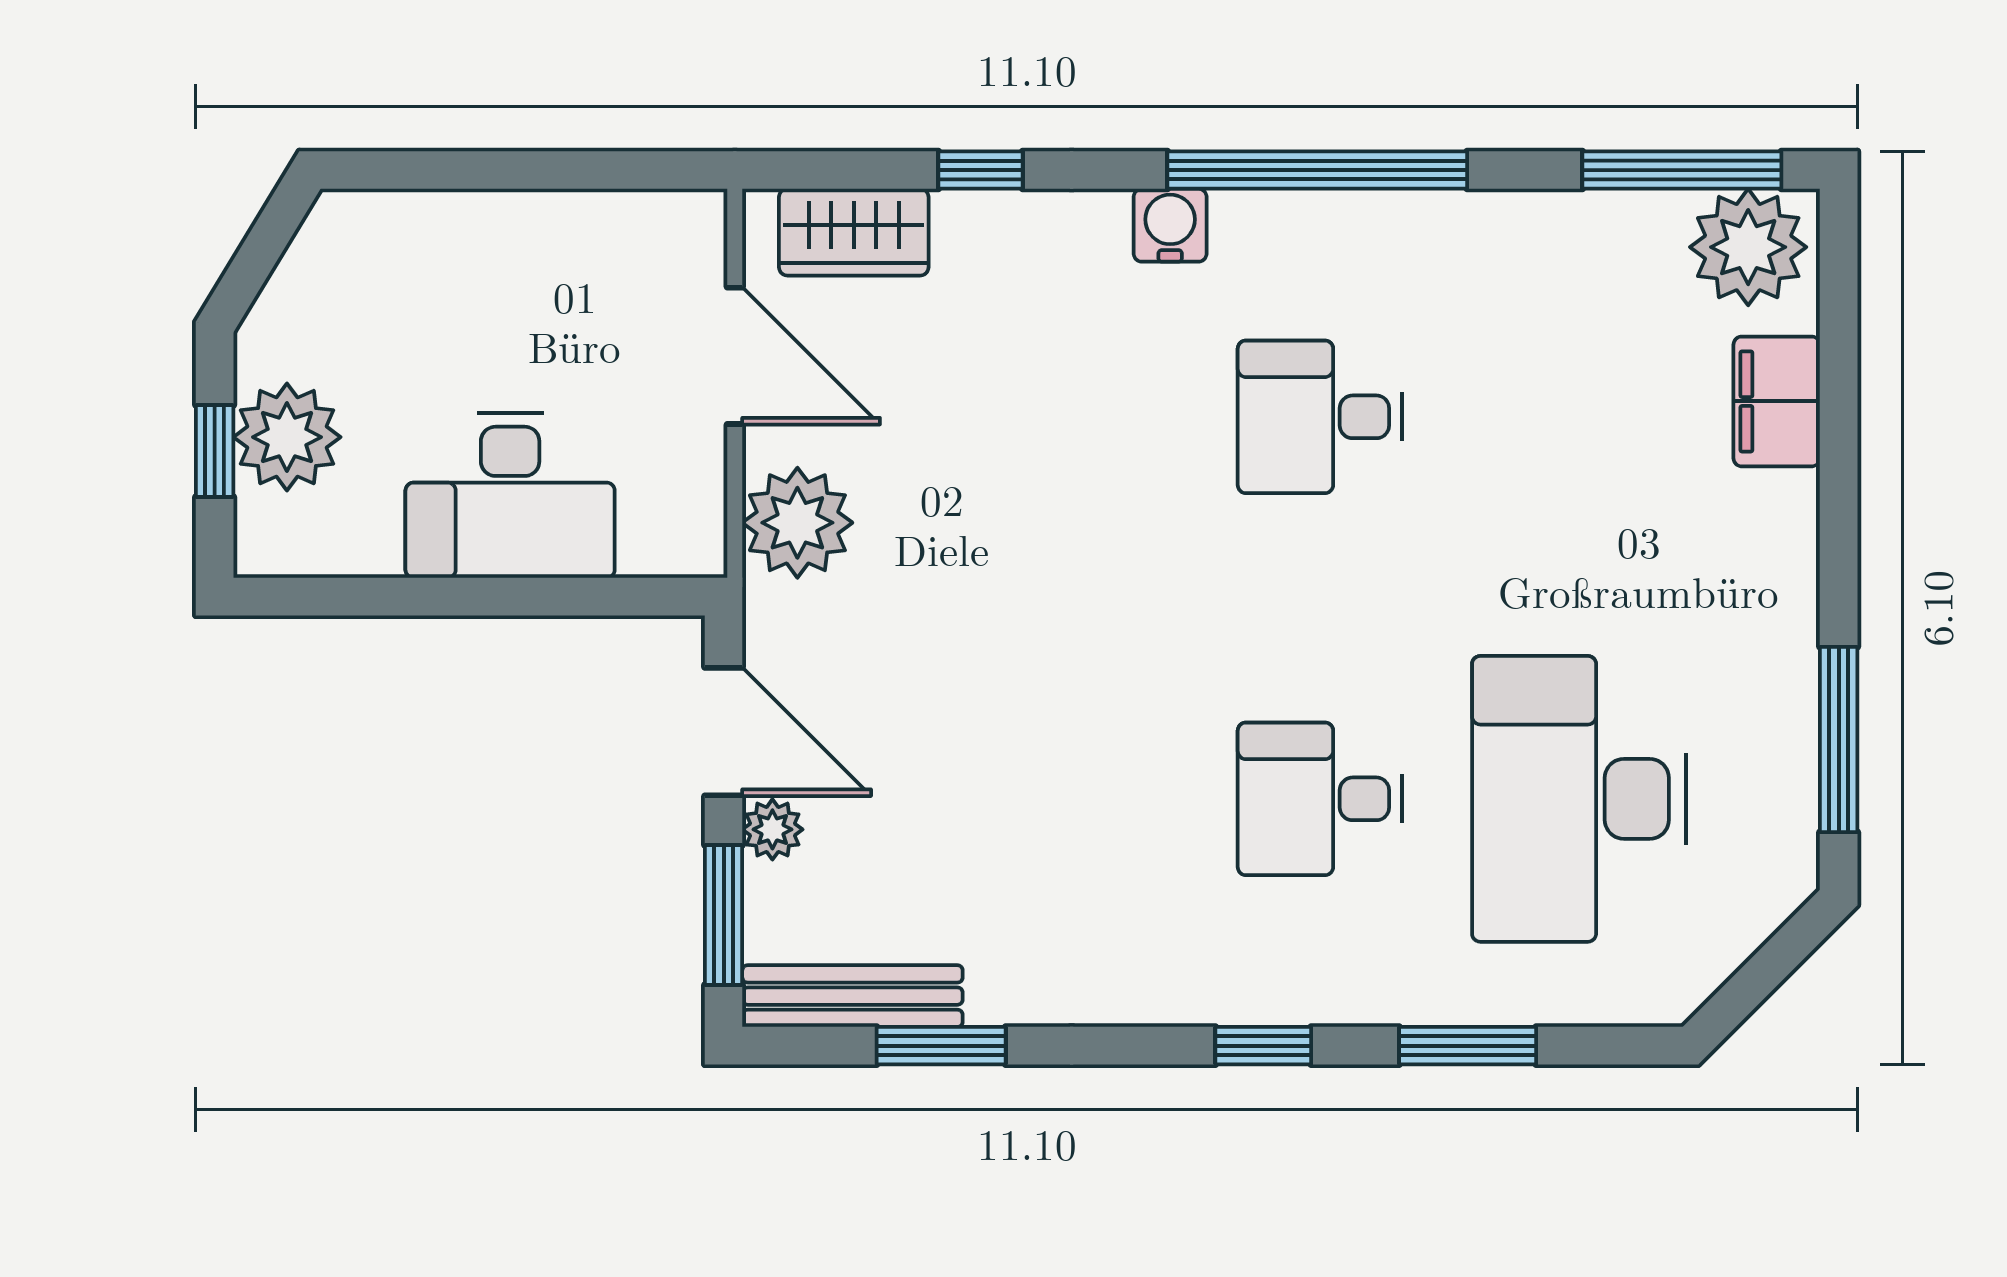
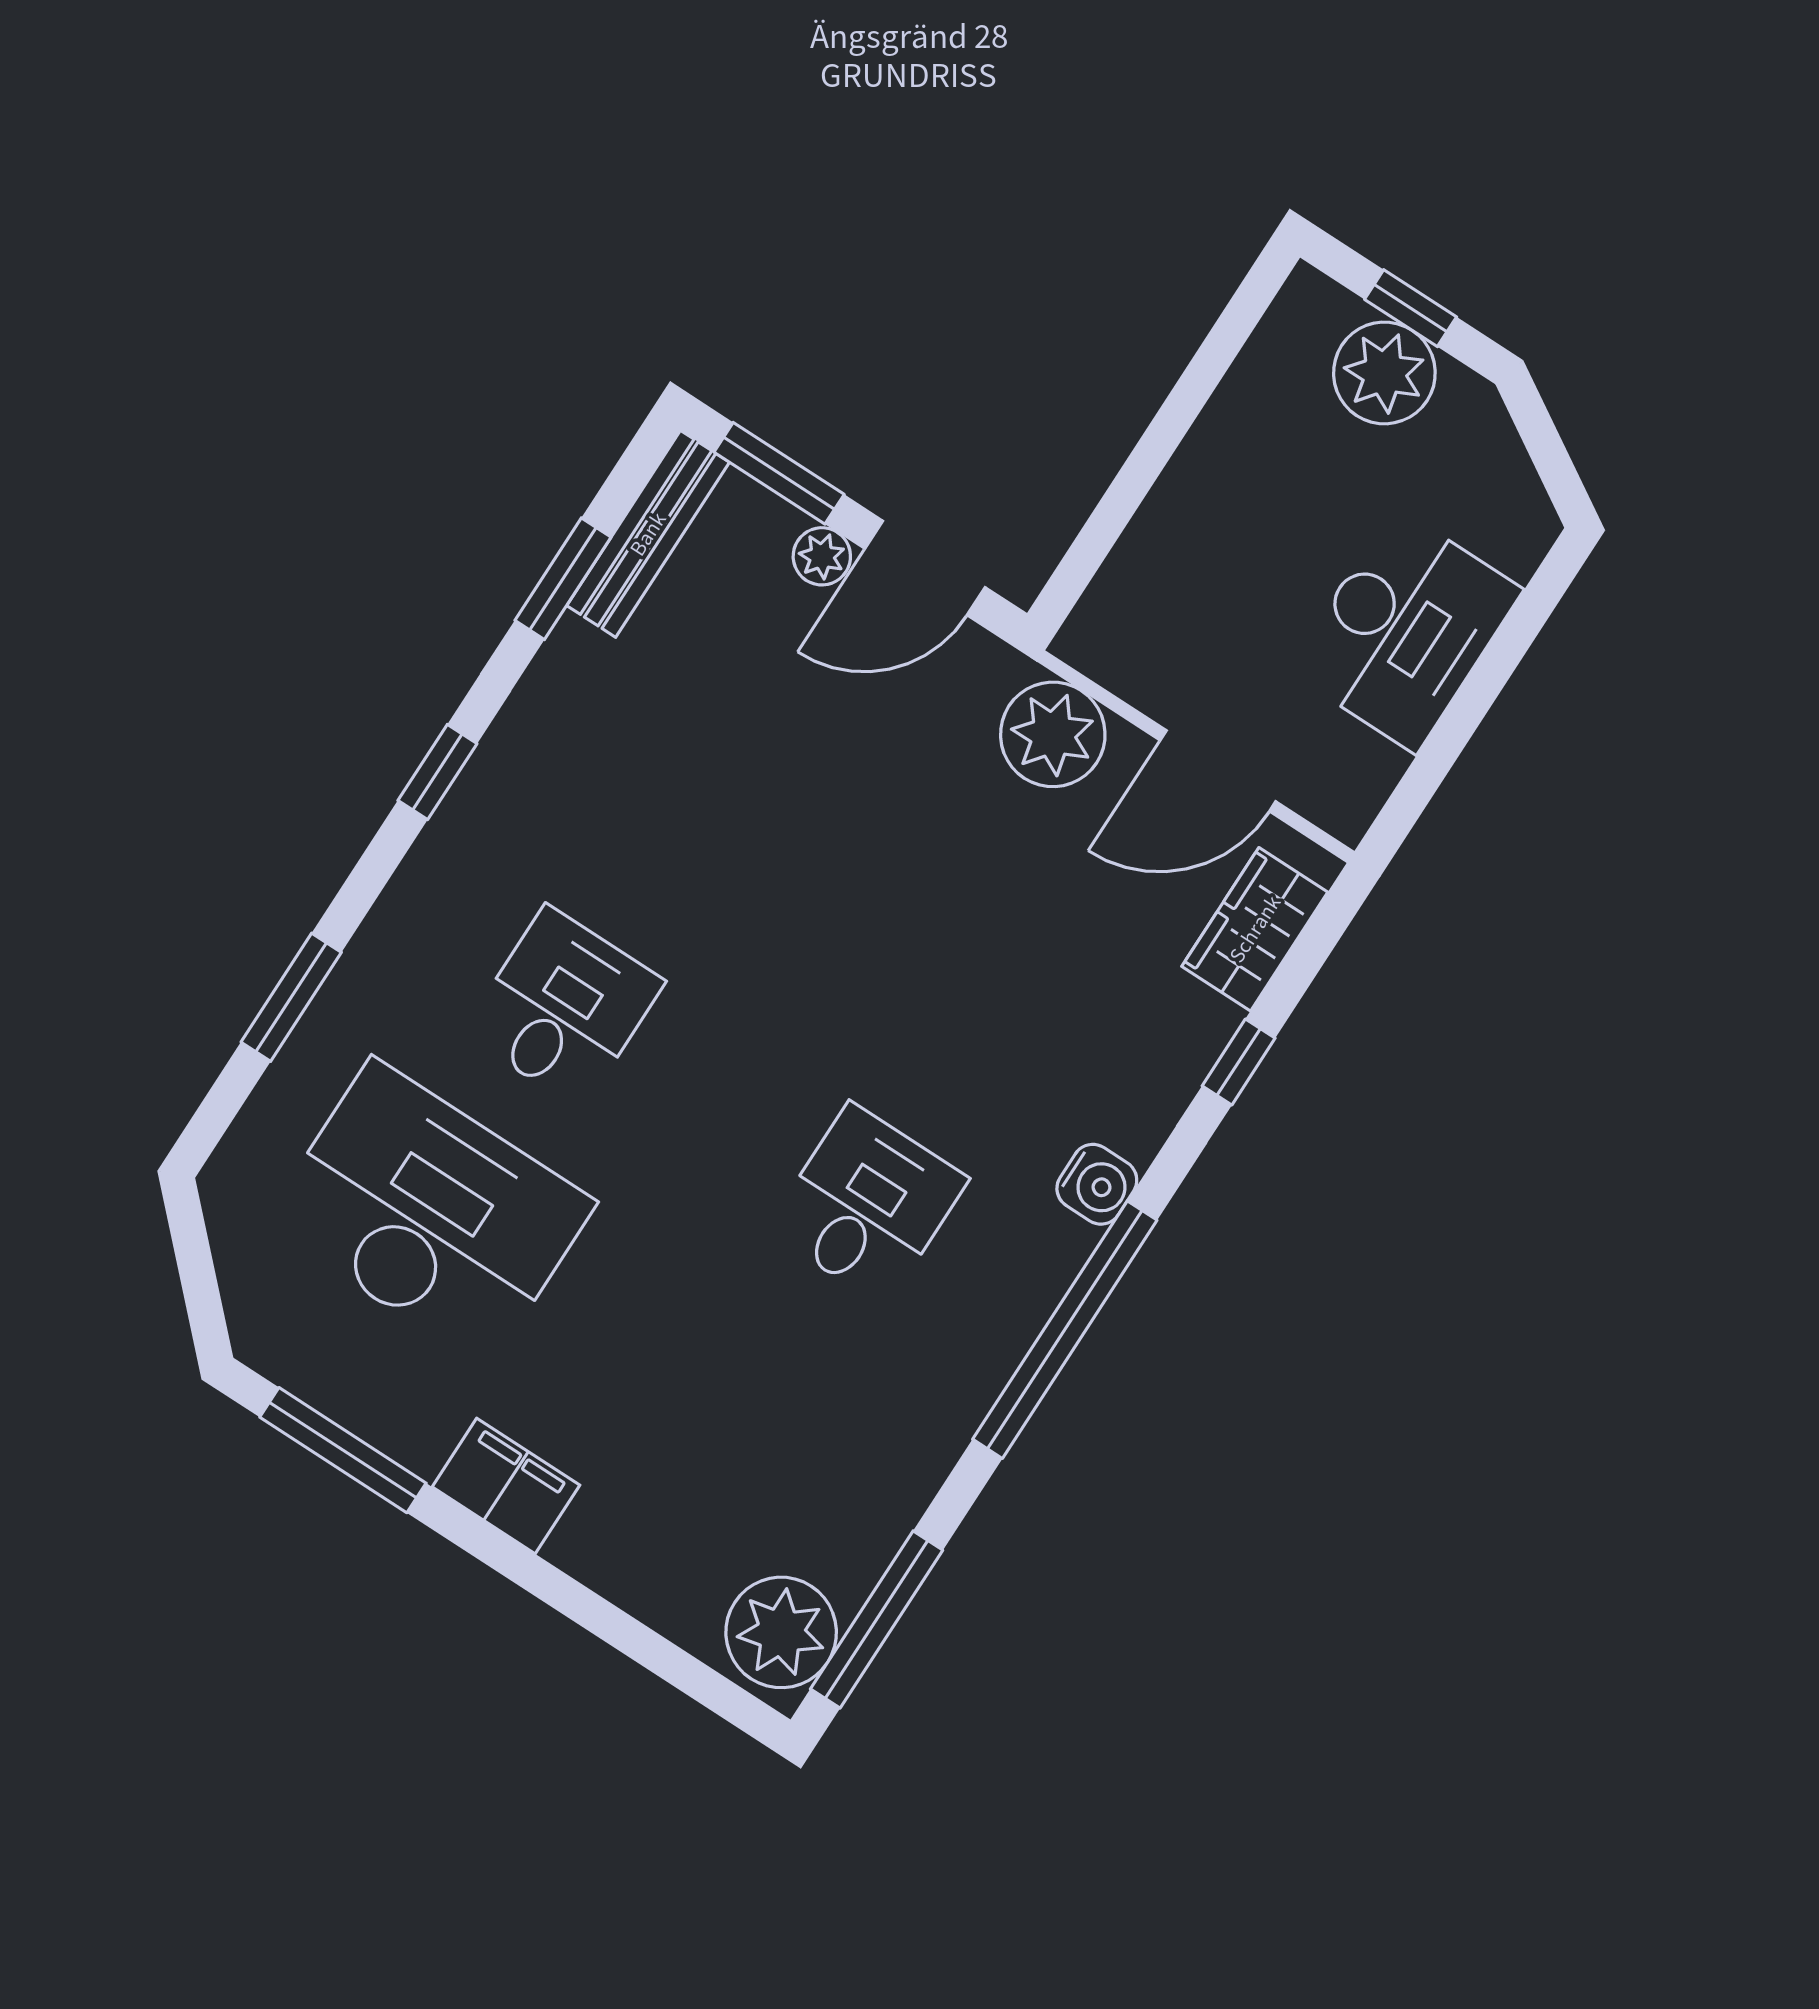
filing cabinet: (1777, 401) -> (506, 1486), moved
desk: (510, 496) -> (1405, 630), moved, turned 180
window: (1263, 1046) -> (437, 772), moved

